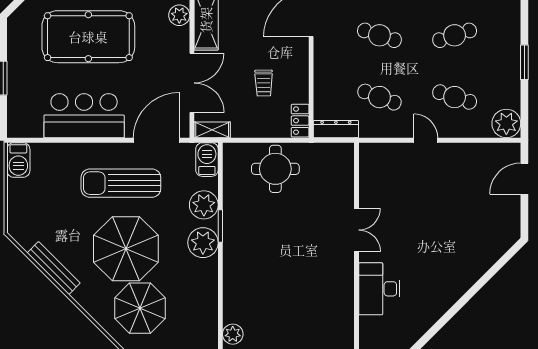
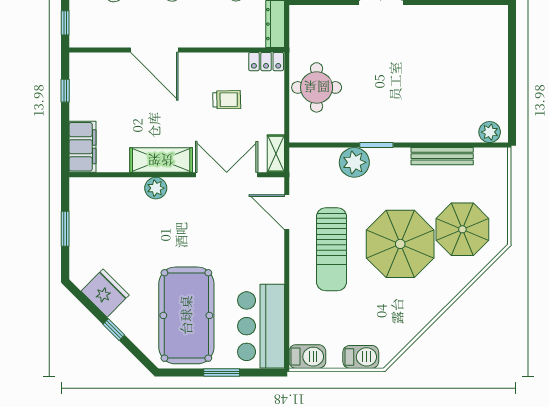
pool table: (88, 37) -> (186, 315), moved
bar counter: (84, 116) -> (261, 326), moved
door: (156, 140) -> (287, 212), width x0.73
barbecue: (207, 160) -> (361, 357), moved, turned 180
plant: (203, 243) -> (394, 163), removed
bench: (54, 268) -> (442, 156), moved, turned 45

